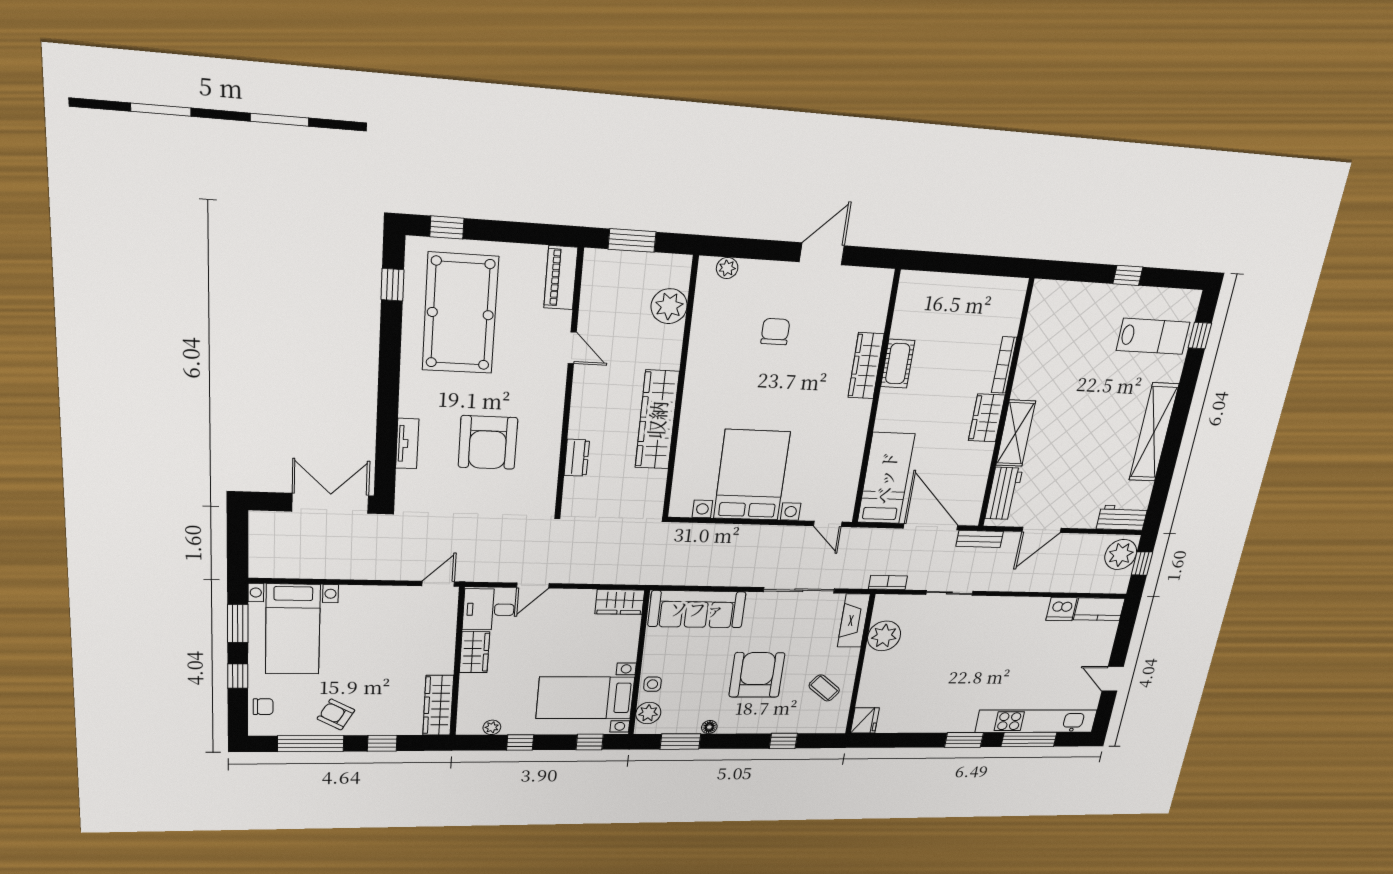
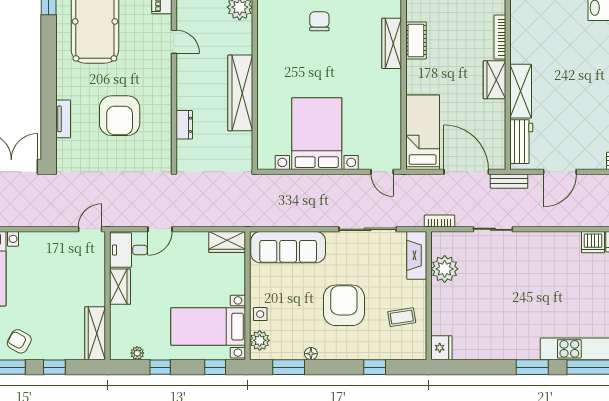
coffee table: (824, 688) -> (402, 317), turned -48

